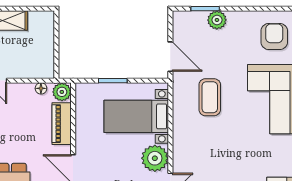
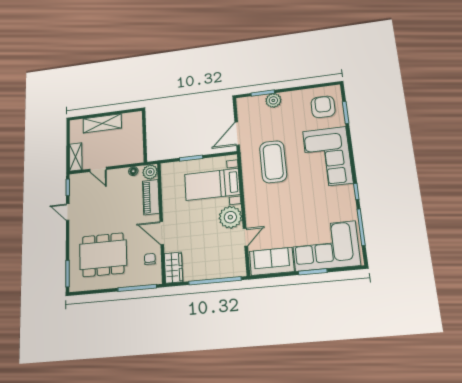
door: (170, 57) -> (237, 134), swing flipped
coffee table: (210, 97) -> (273, 162), width x1.36, depth x1.32

